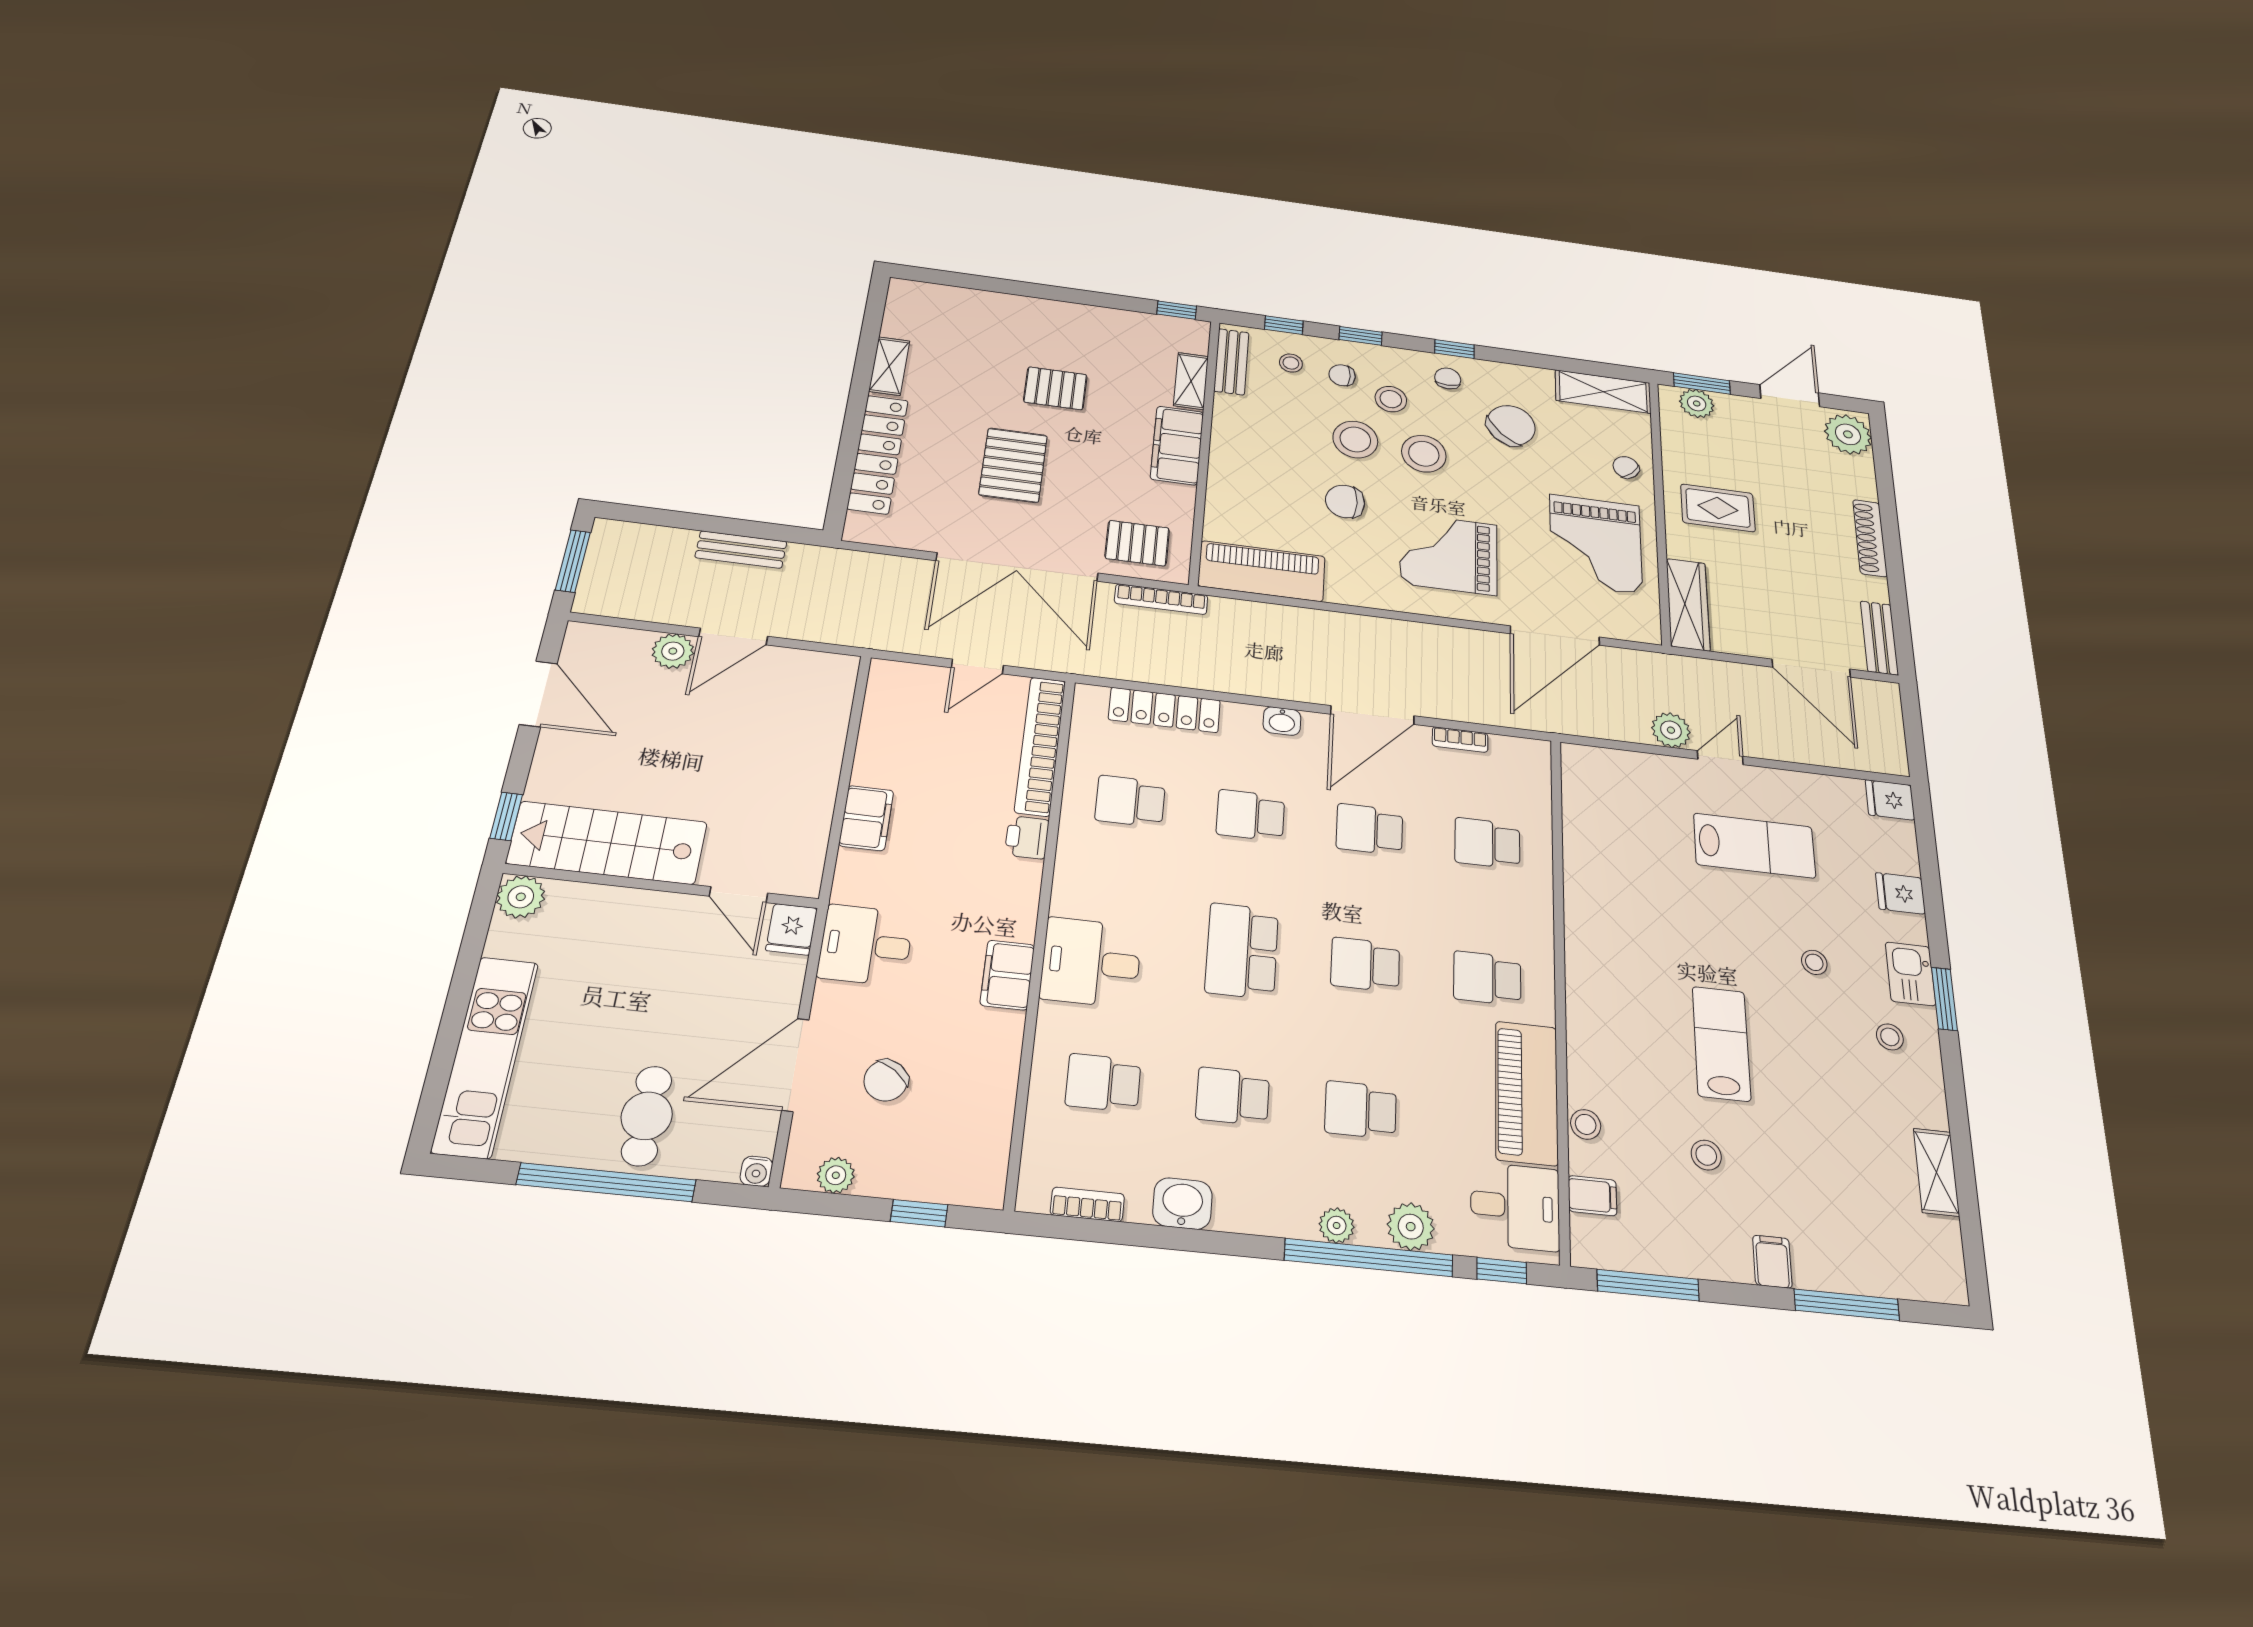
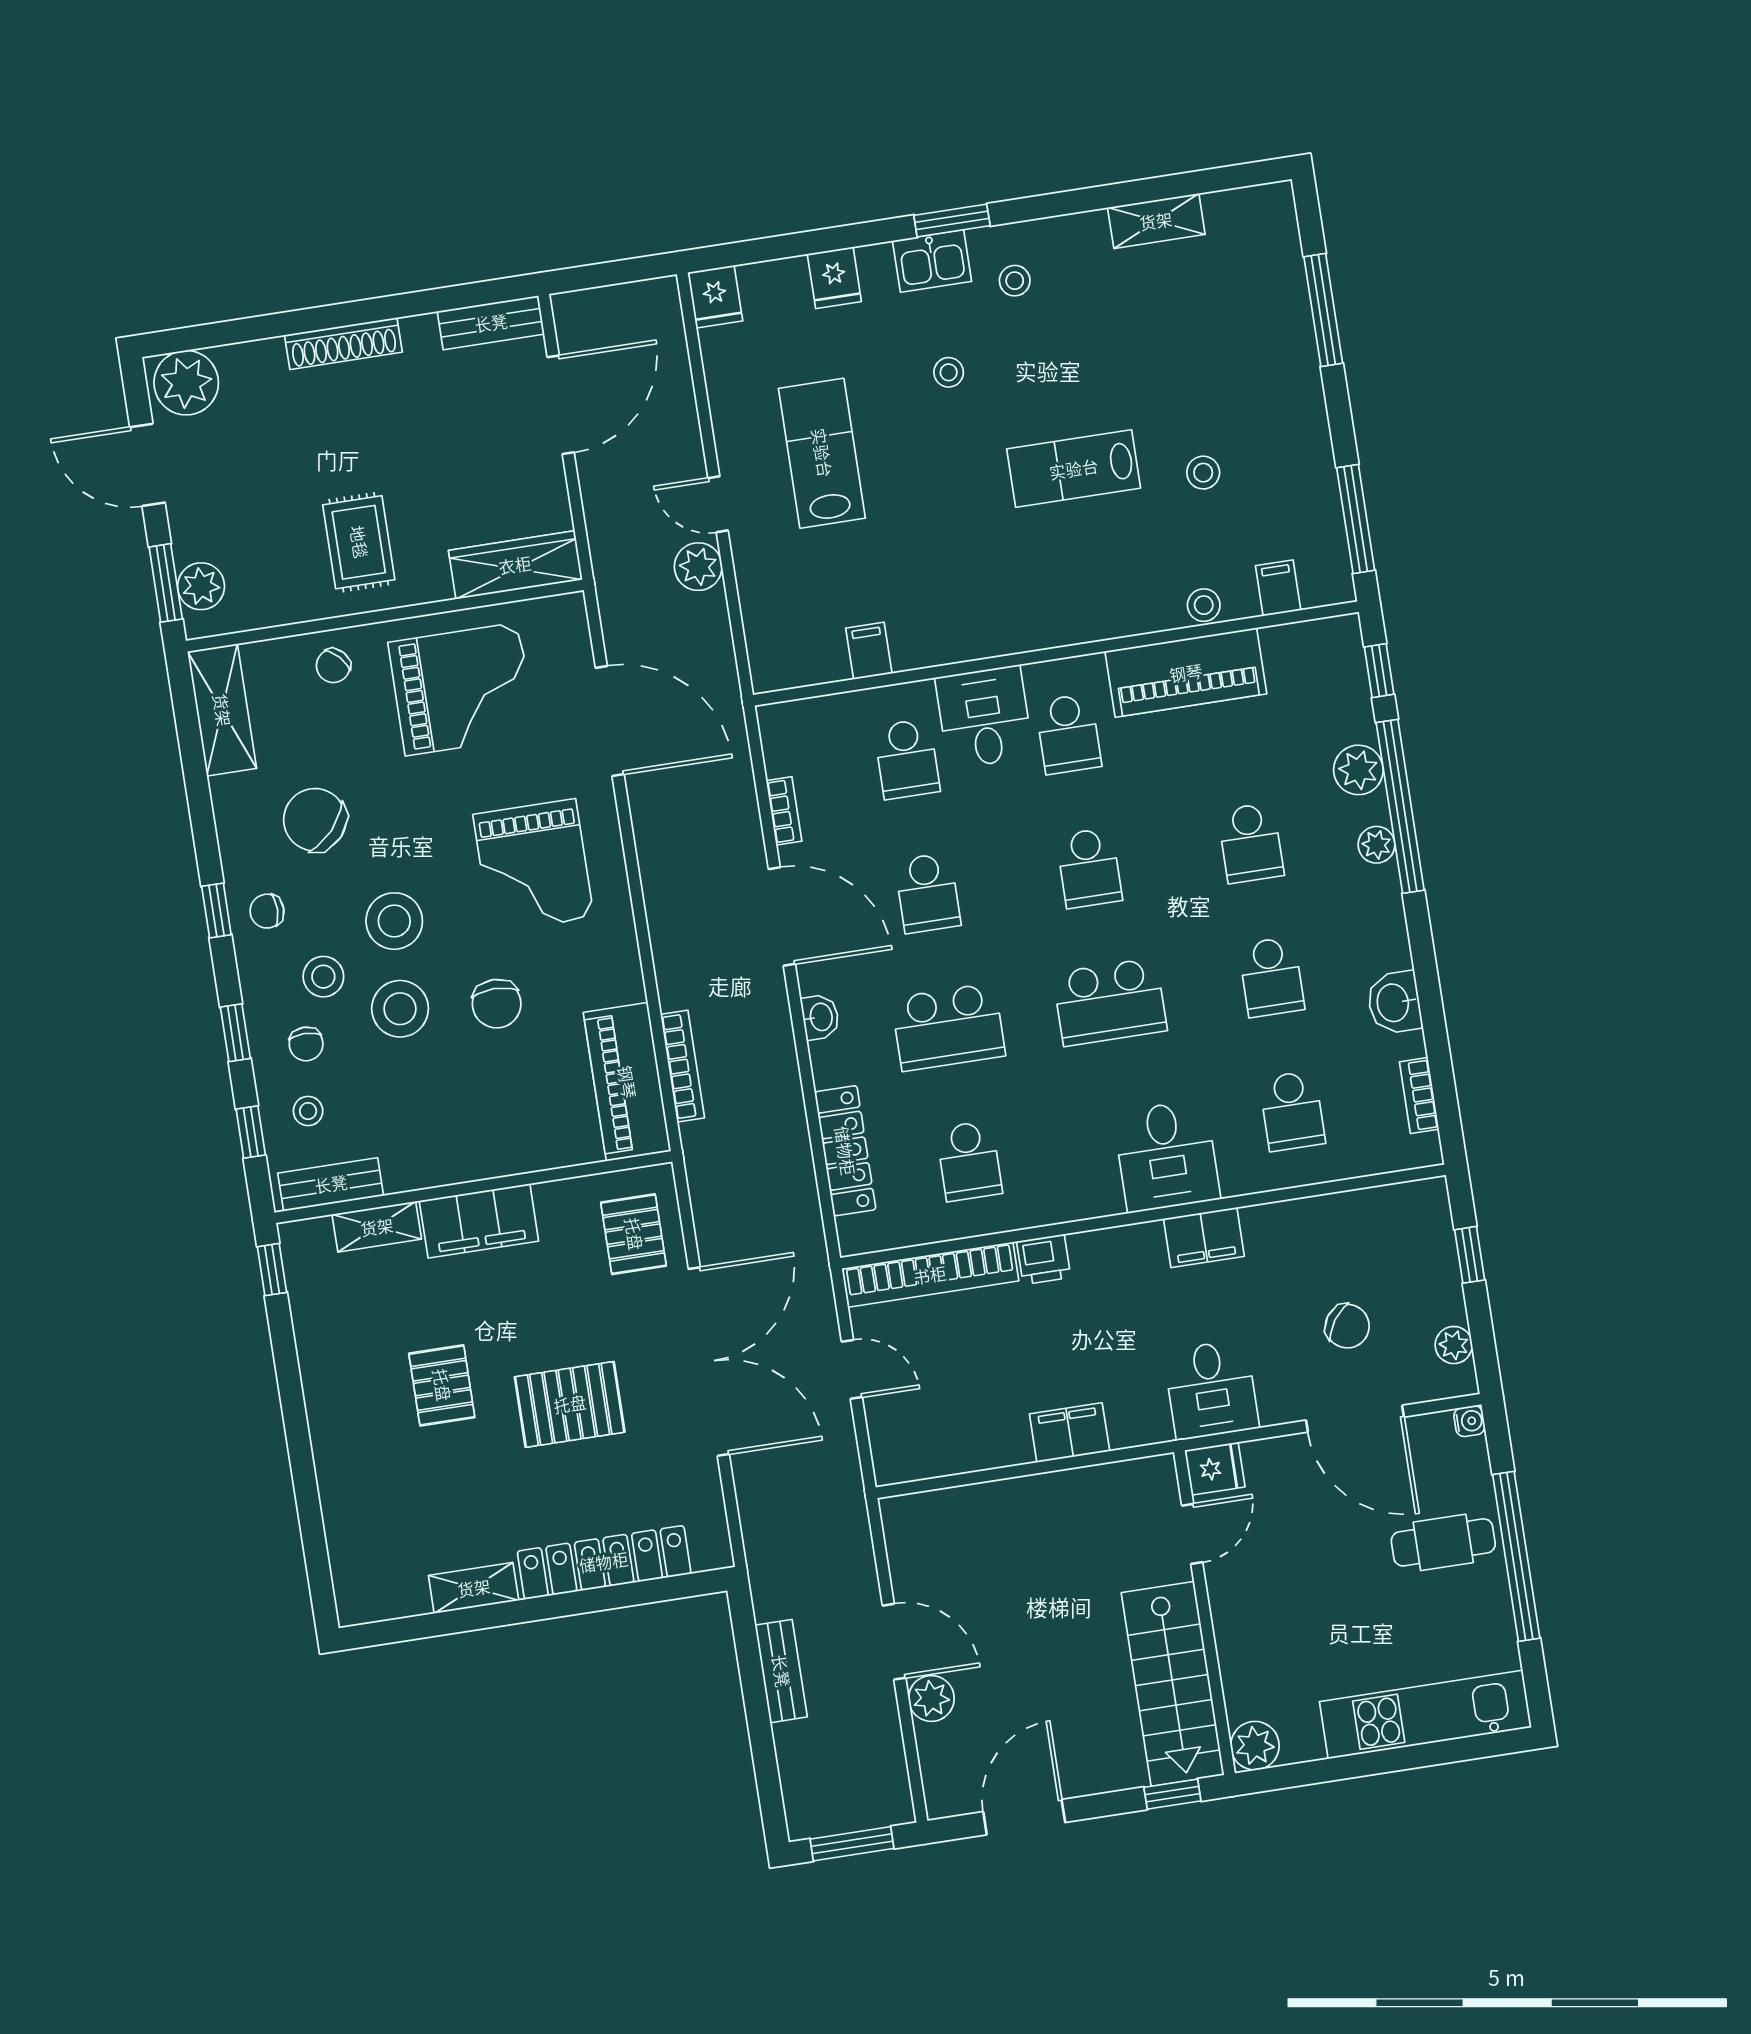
bookcase: (1161, 599) -> (683, 1066), moved
school desk: (1250, 815) -> (948, 1027), width x1.85
desk: (1515, 1206) -> (984, 717), moved
filing cabinet: (1772, 1262) -> (869, 651), moved, turned 90

